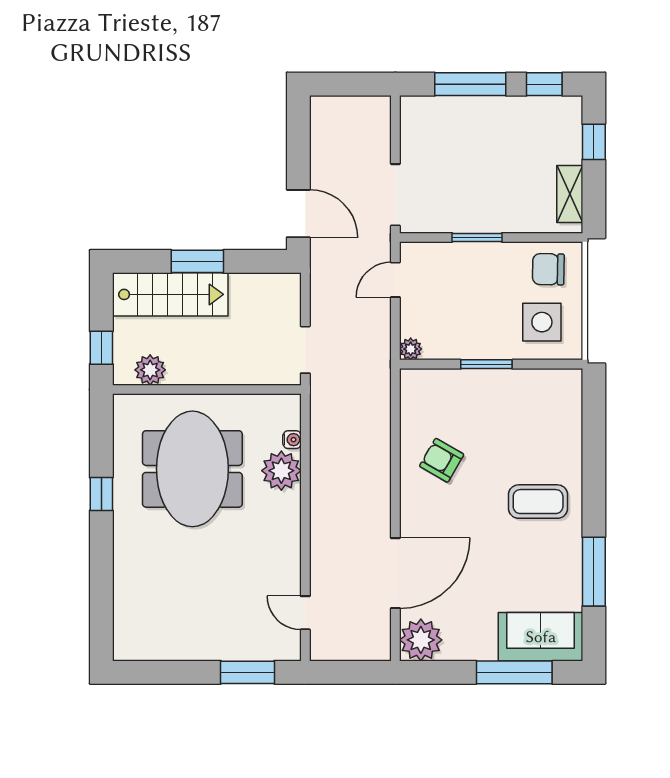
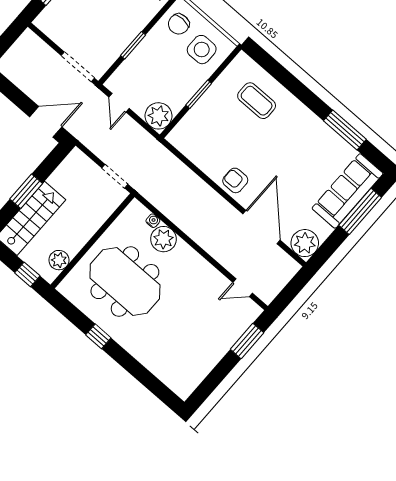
plant: (411, 349) -> (159, 116), width x1.87, depth x1.87
armchair: (442, 460) -> (235, 180), moved, turned 60
coffee table: (538, 502) -> (257, 101), moved, turned 90
sofa: (541, 637) -> (348, 191), width x1.36

